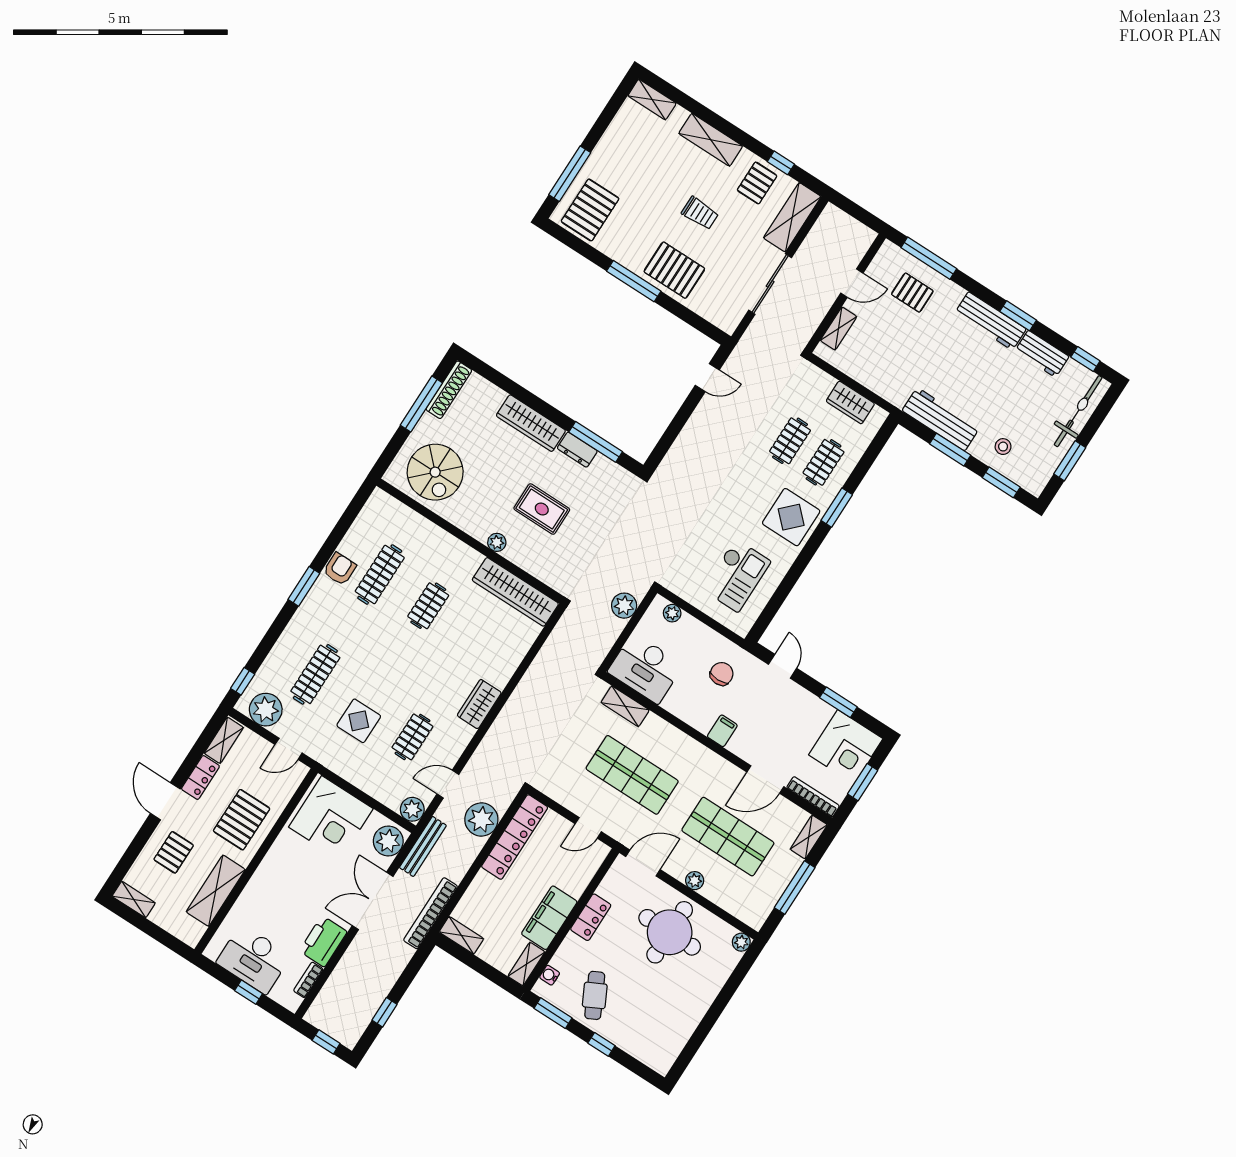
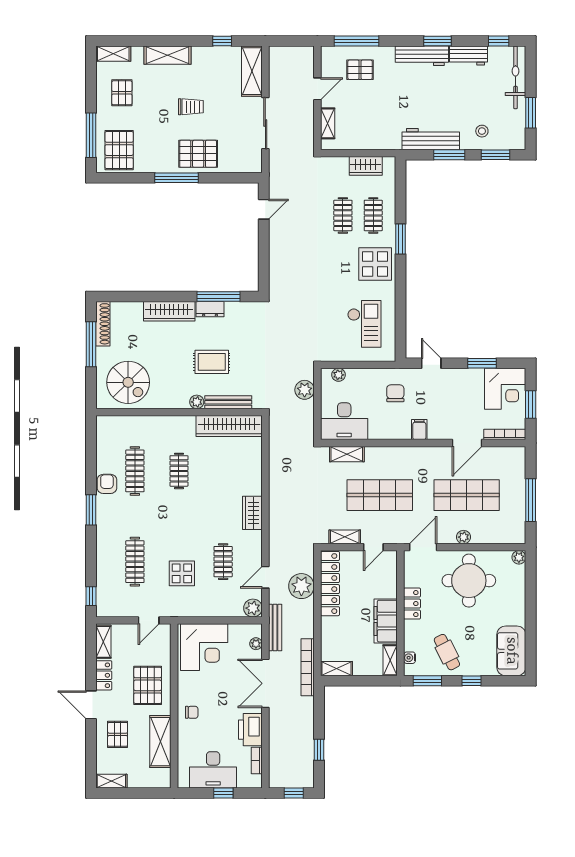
pallet: (757, 183) -> (122, 93), moved
bench: (531, 565) -> (228, 402), added
plant: (266, 710) -> (118, 605), removed
shelving: (809, 837) -> (345, 537), moved, turned 90
plant: (388, 841) -> (256, 644), width x0.53, depth x0.53
chair: (271, 881) -> (192, 712), added
sofa: (667, 1040) -> (511, 651), added

